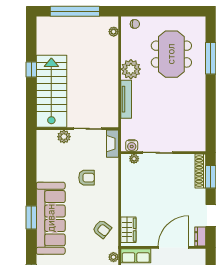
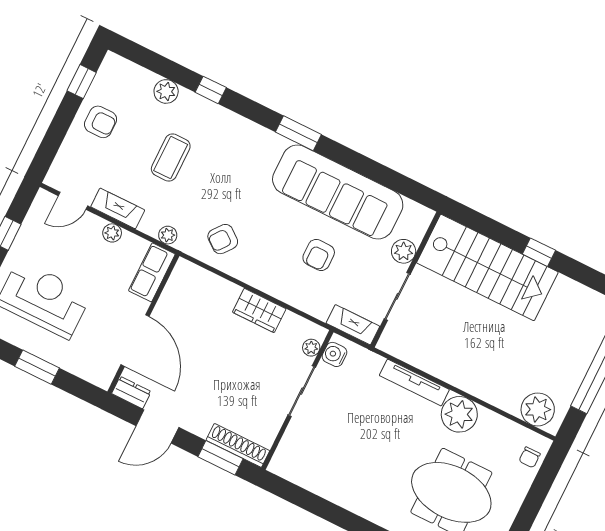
plant: (114, 32) -> (538, 409), width x1.88, depth x1.88
sofa: (51, 218) -> (338, 192), moved
wardrobe: (128, 230) -> (259, 310), moved

